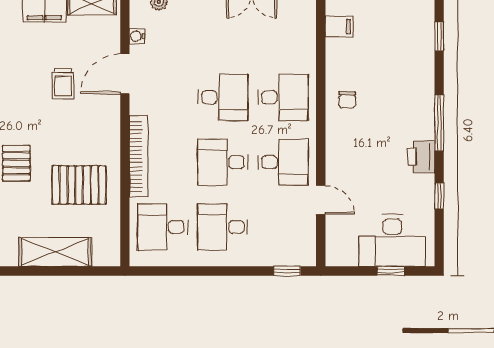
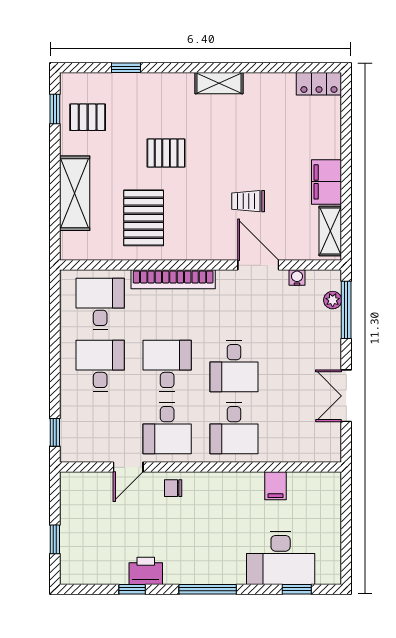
filing cabinet: (339, 27) -> (276, 486), moved
chair: (347, 100) -> (173, 488), moved
printer: (421, 157) -> (146, 571), moved
desk: (392, 240) -> (281, 558), moved, turned -90

